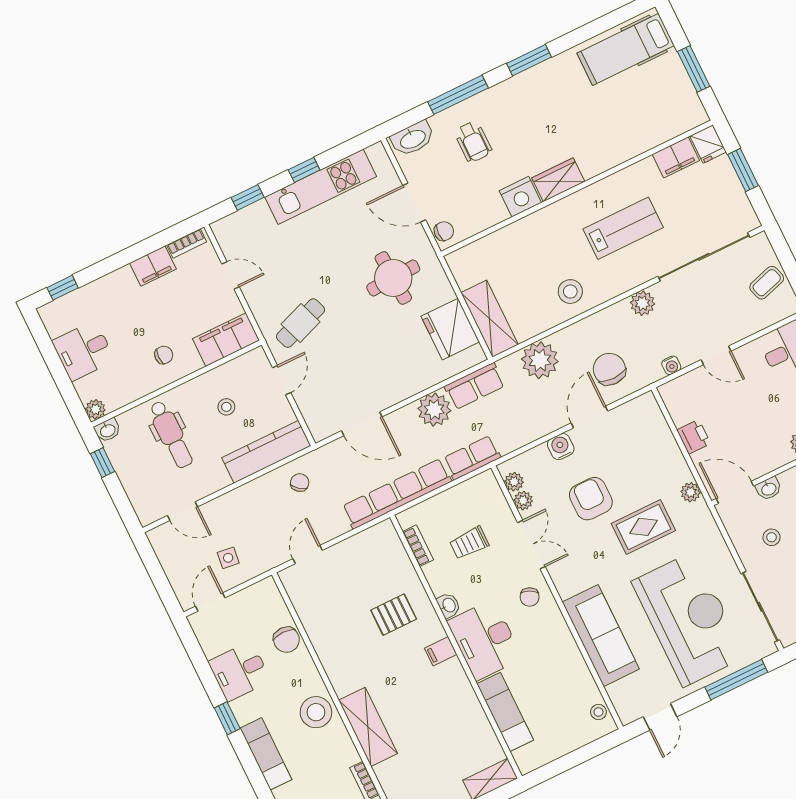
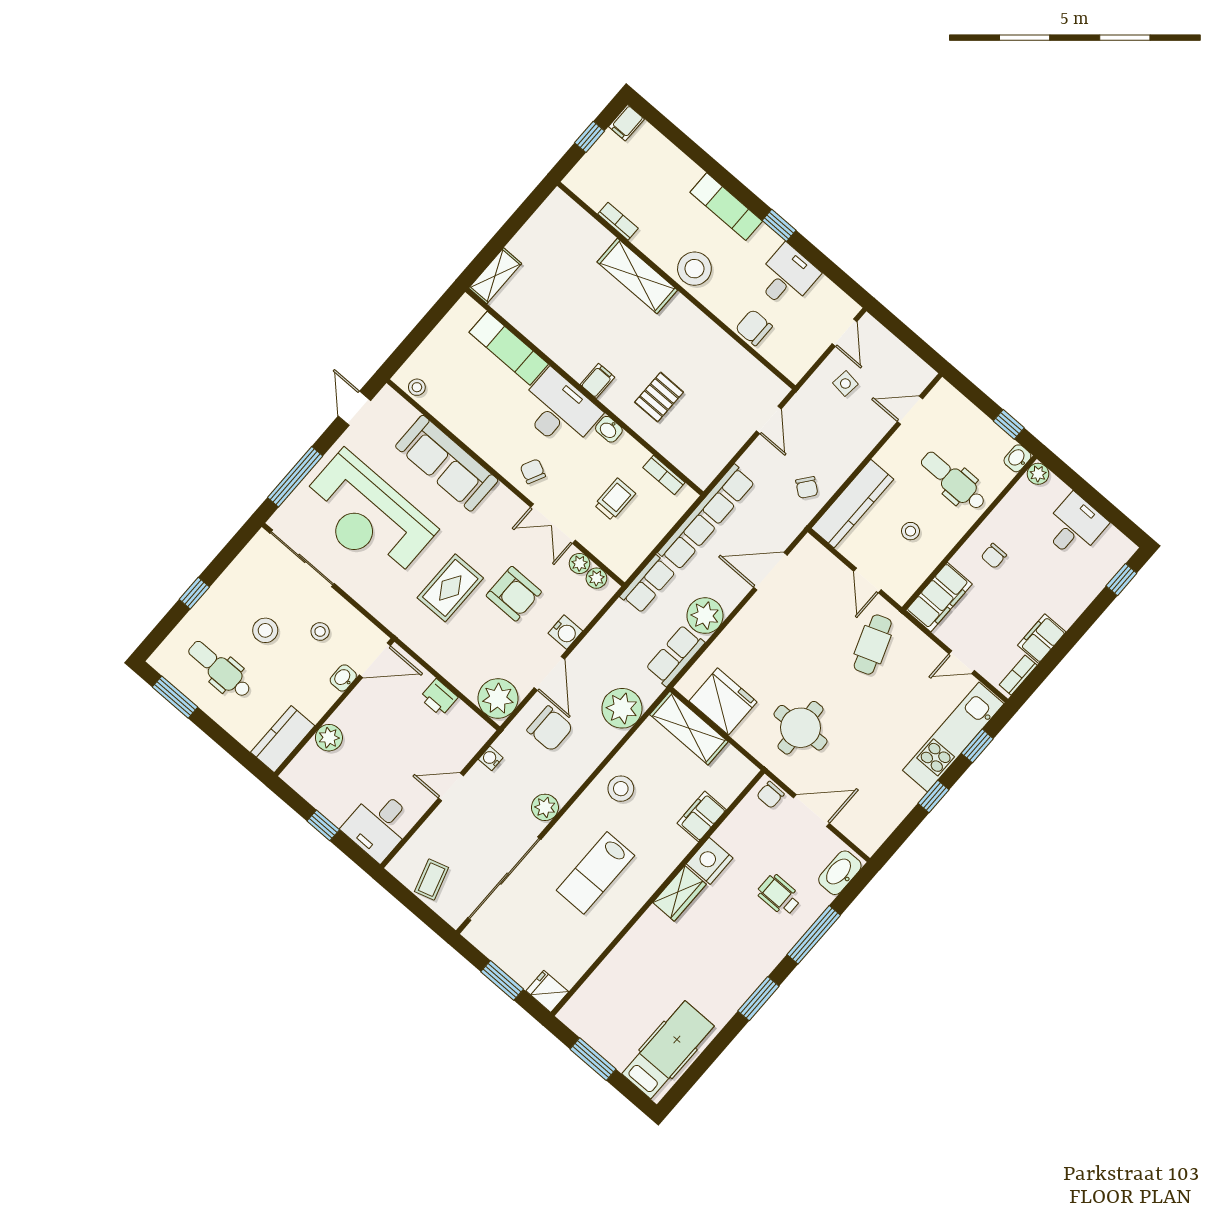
filing cabinet: (676, 157) -> (702, 816), moved
kitchen unit: (321, 187) -> (953, 737), moved
plant: (691, 492) -> (498, 698), moved, width x1.87, depth x1.87

